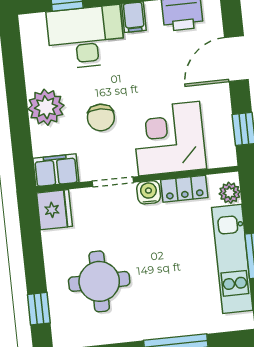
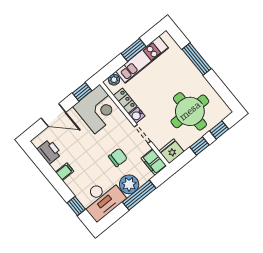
desk: (86, 37) -> (102, 199), moved, turned -90
window: (18, 112) -> (139, 195), added
corner desk: (169, 139) -> (97, 109), moved, turned -90
window: (34, 260) -> (199, 146), added
round table: (99, 281) -> (190, 111), width x1.36, depth x1.36

